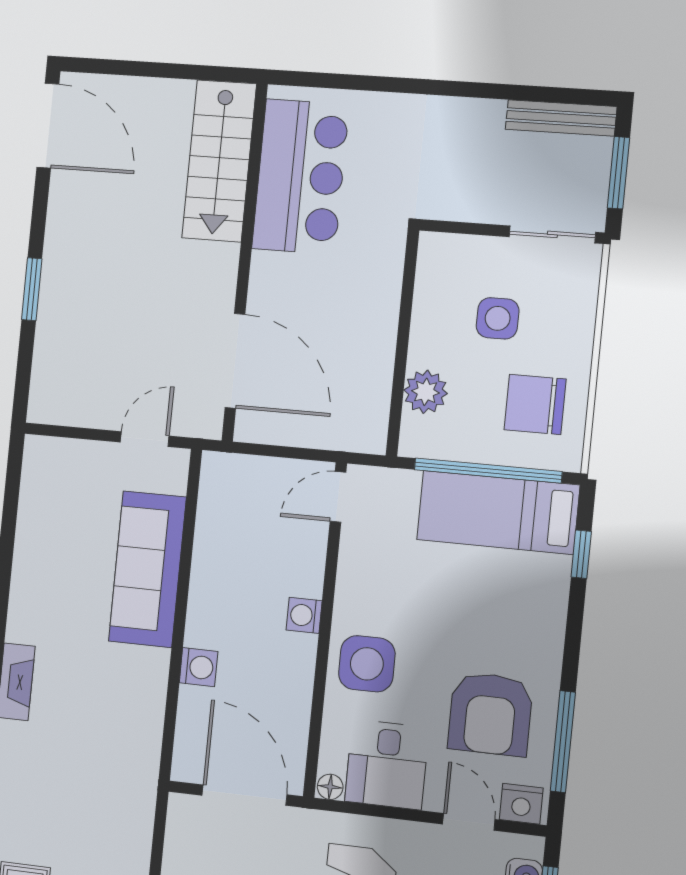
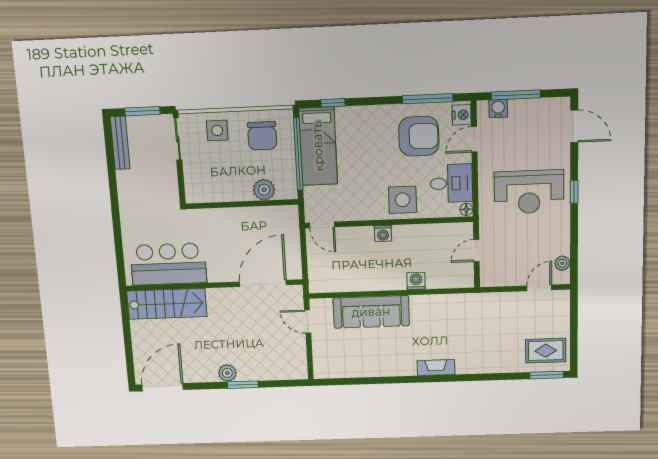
plant: (60, 262) -> (227, 373), added
side table: (498, 318) -> (217, 130), moved
door: (244, 795) -> (476, 250), width x0.53

